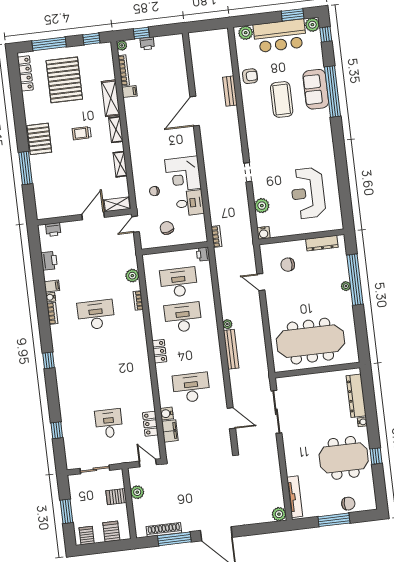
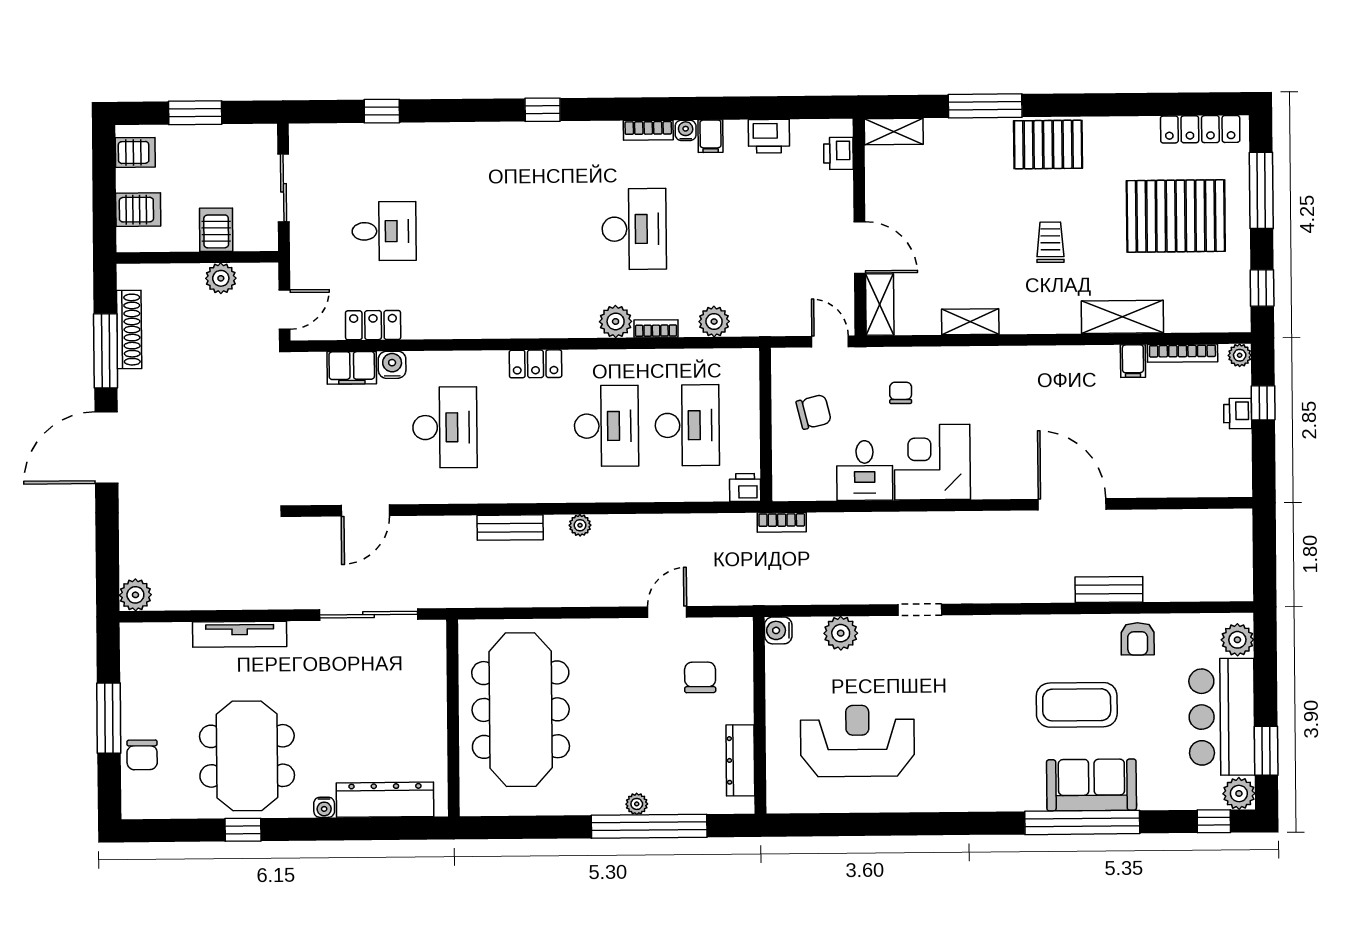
shelving: (116, 130) -> (894, 131), moved
plant: (137, 318) -> (616, 321), added
bench: (231, 349) -> (510, 528), width x0.73
tv unit: (295, 497) -> (240, 634), moved

